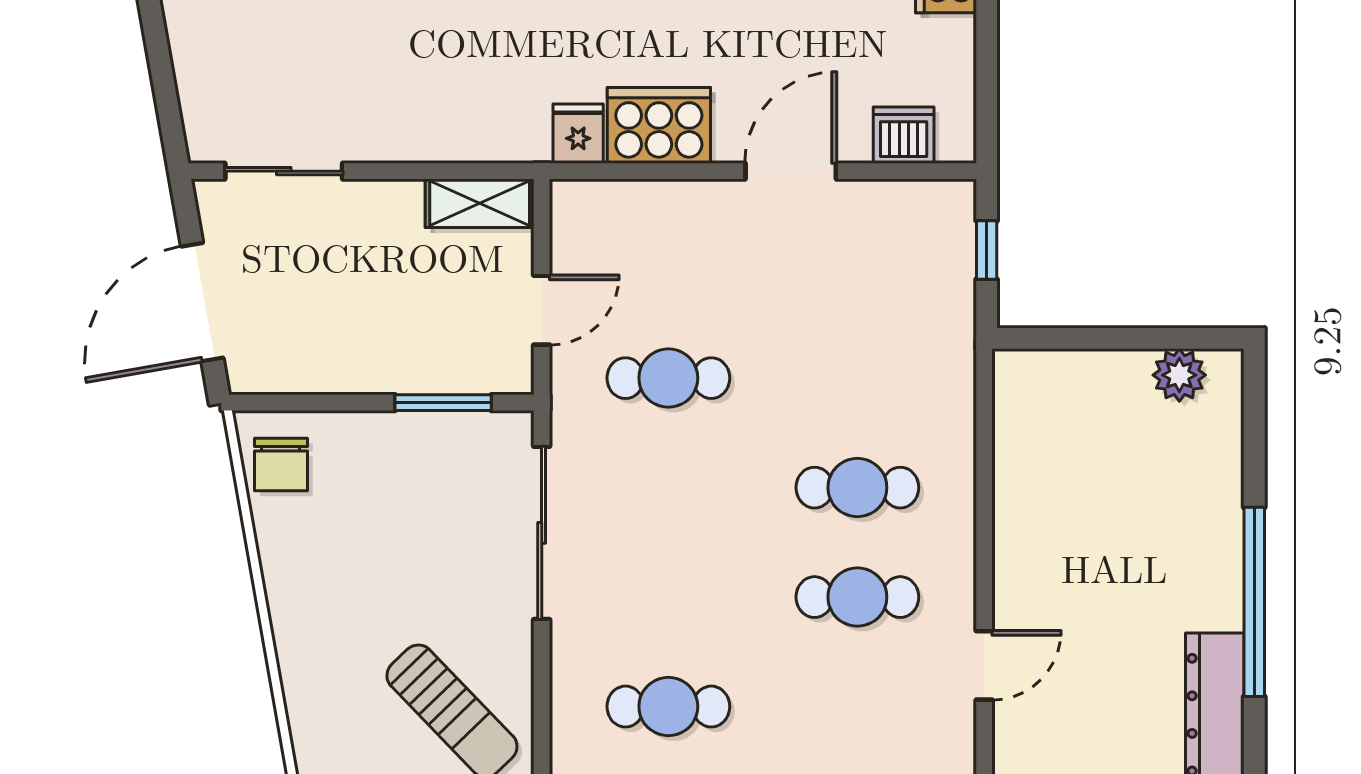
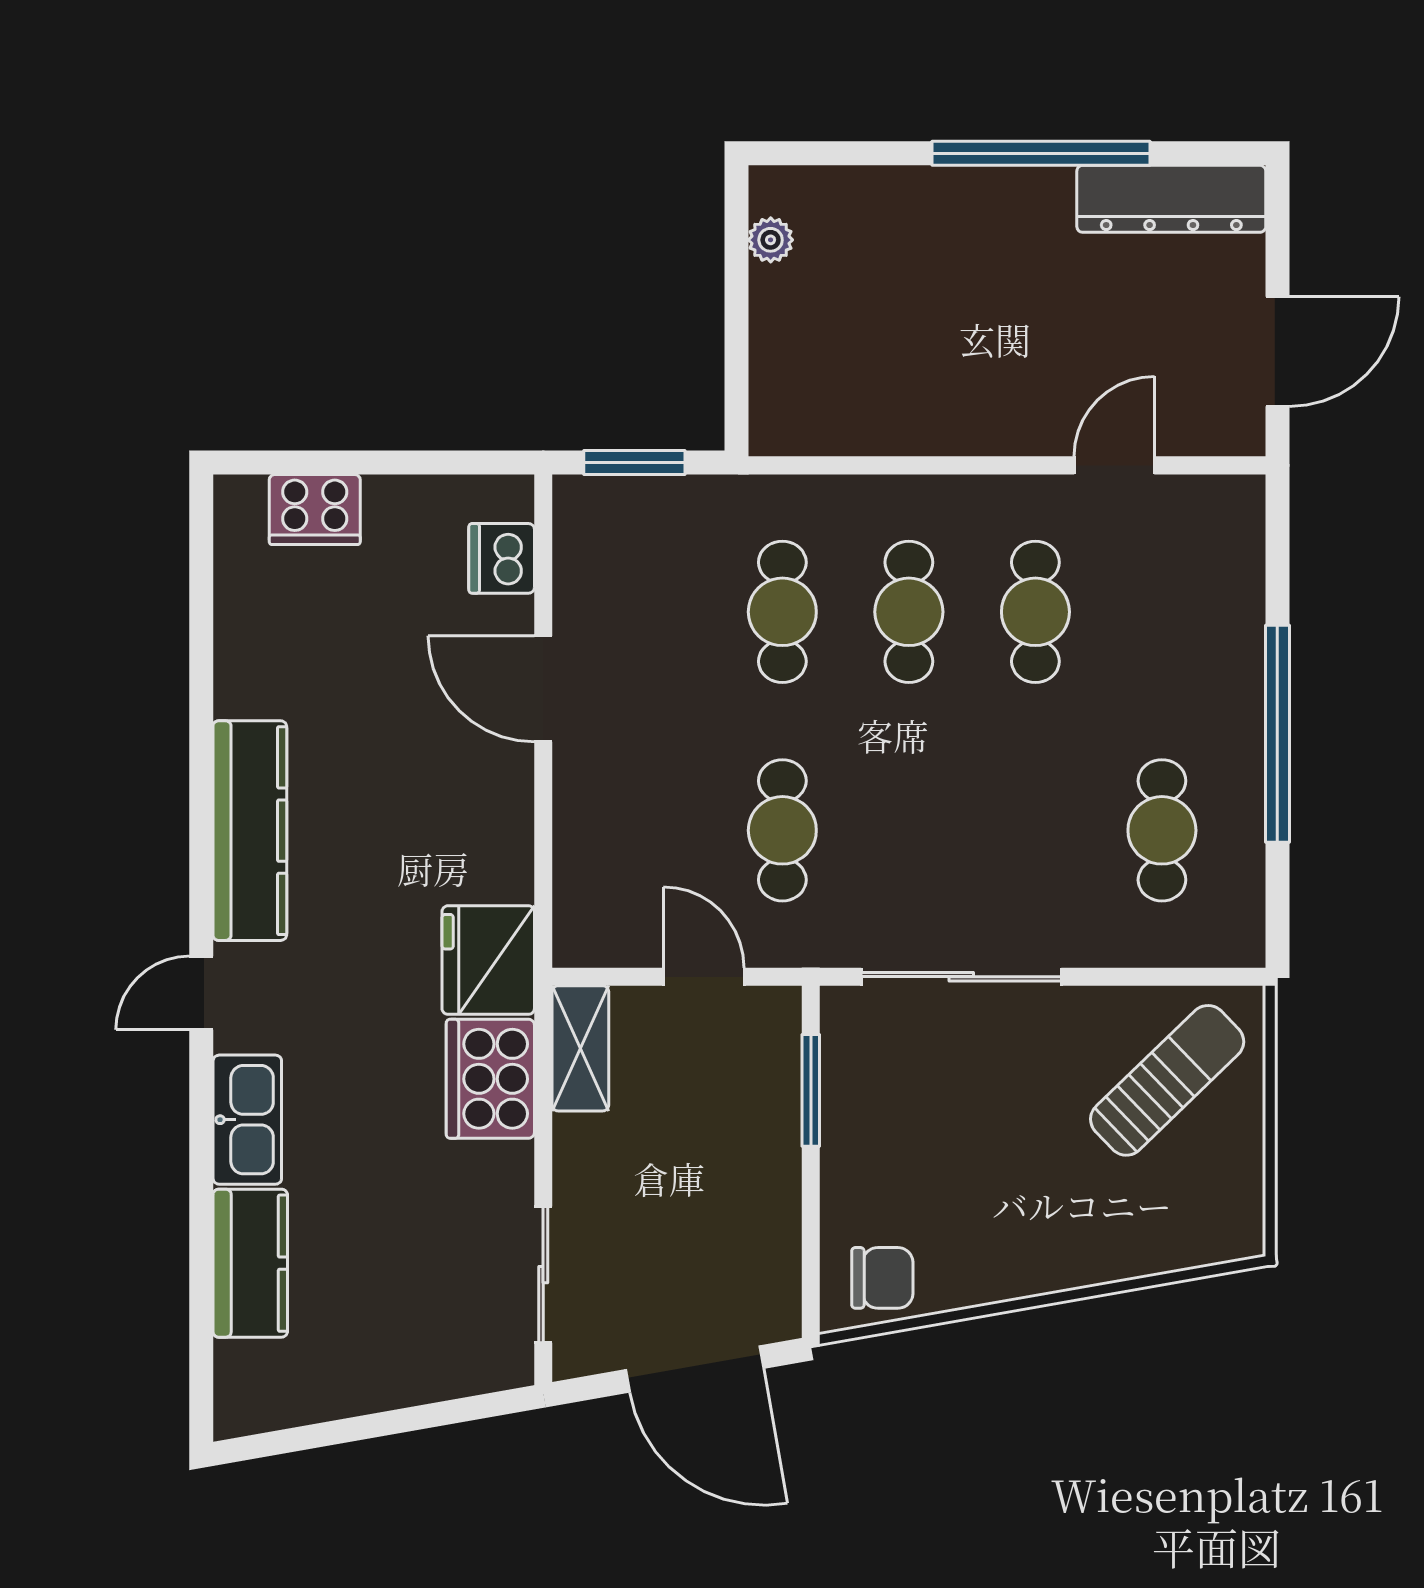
cooker: (659, 125) -> (490, 1079), moved
fridge: (578, 134) -> (488, 960), width x1.88, depth x1.34
window: (987, 250) -> (634, 462), width x1.50
plant: (1179, 375) -> (771, 240), width x0.73, depth x0.73
cafe table: (857, 378) -> (782, 612), added
door: (984, 665) -> (1114, 465), hinge flipped

